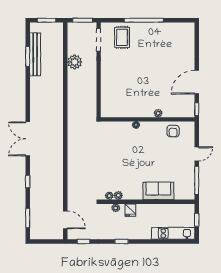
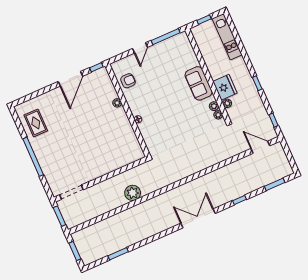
rug: (122, 37) -> (36, 123), moved, turned 90
bench: (35, 54) -> (113, 247), removed
plant: (75, 62) -> (133, 193), moved
door: (197, 82) -> (70, 79), hinge flipped
double door: (28, 139) -> (198, 218), swing flipped
door: (197, 154) -> (140, 48), swing flipped
sofa: (158, 191) -> (199, 83), moved
fridge: (130, 210) -> (225, 87), width x1.88, depth x1.34
door: (65, 220) -> (260, 147), hinge flipped

